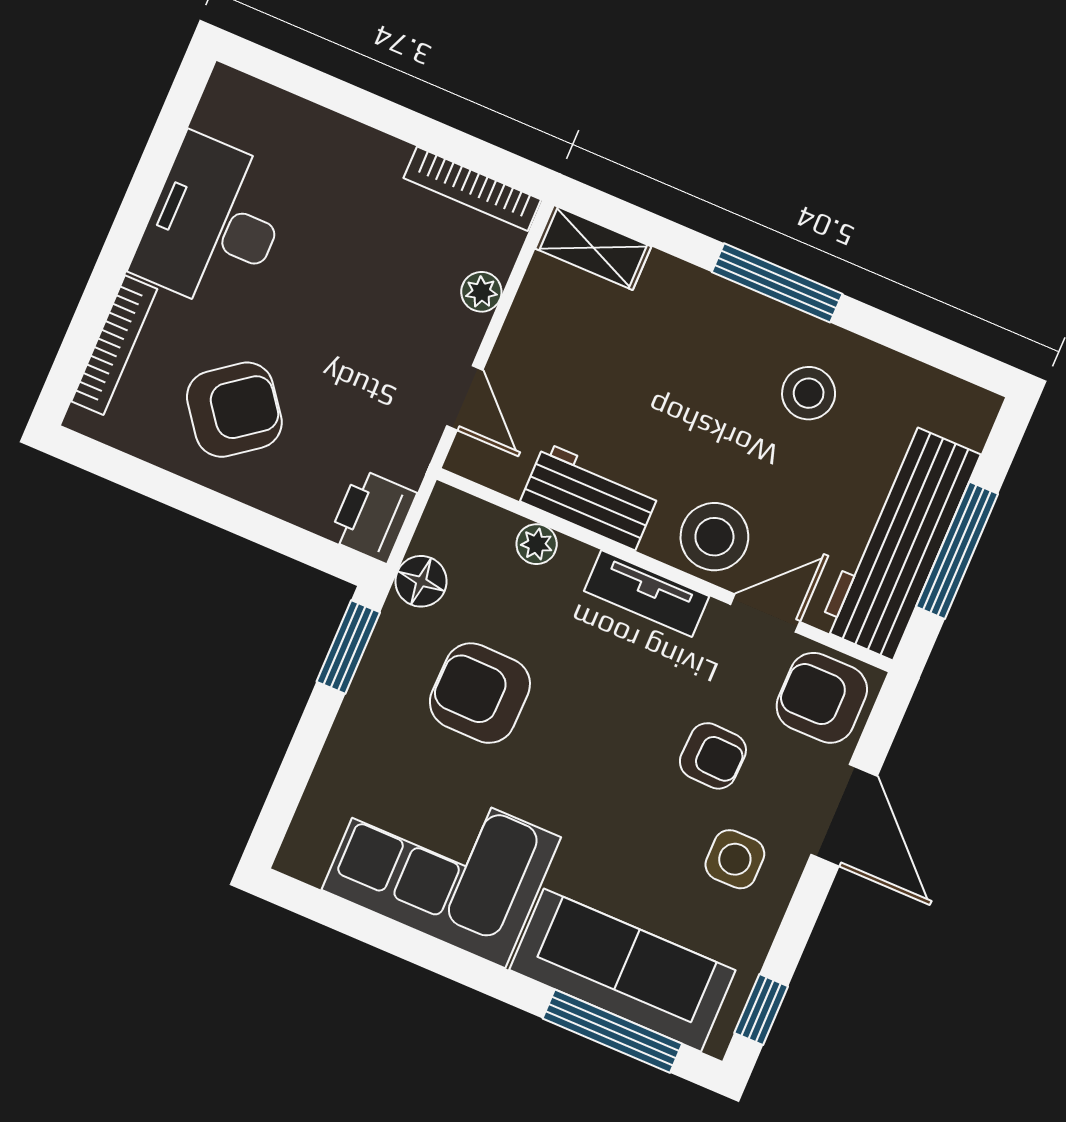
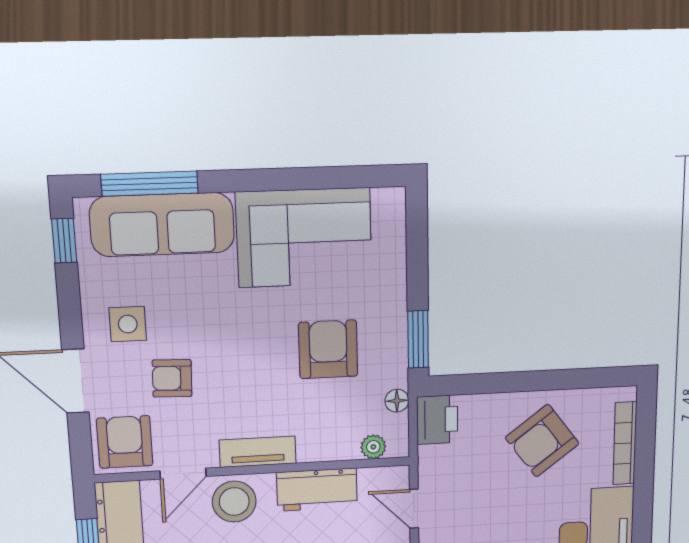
plant: (537, 544) -> (373, 447), moved
floor lamp: (421, 581) -> (397, 401), width x0.73, depth x0.73
armchair: (480, 693) -> (328, 349), turned -91
armchair: (822, 698) -> (125, 442), turned -90

